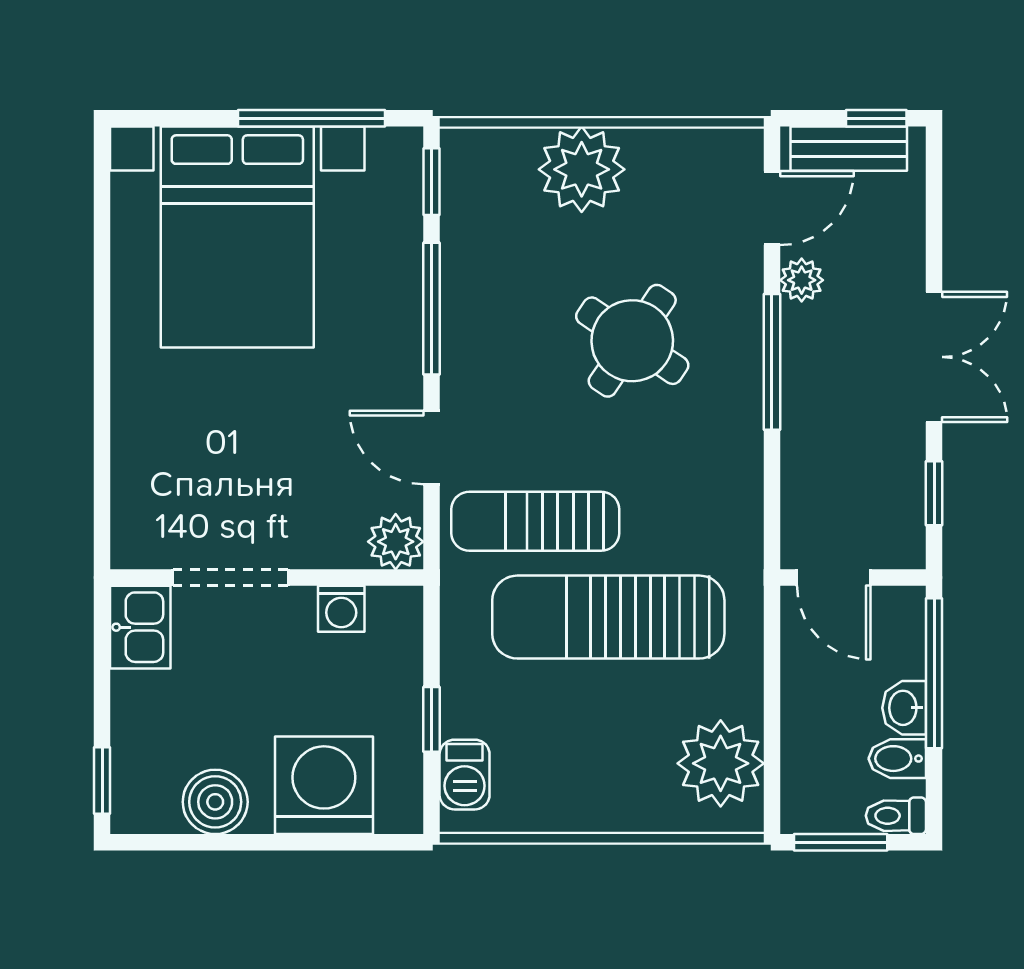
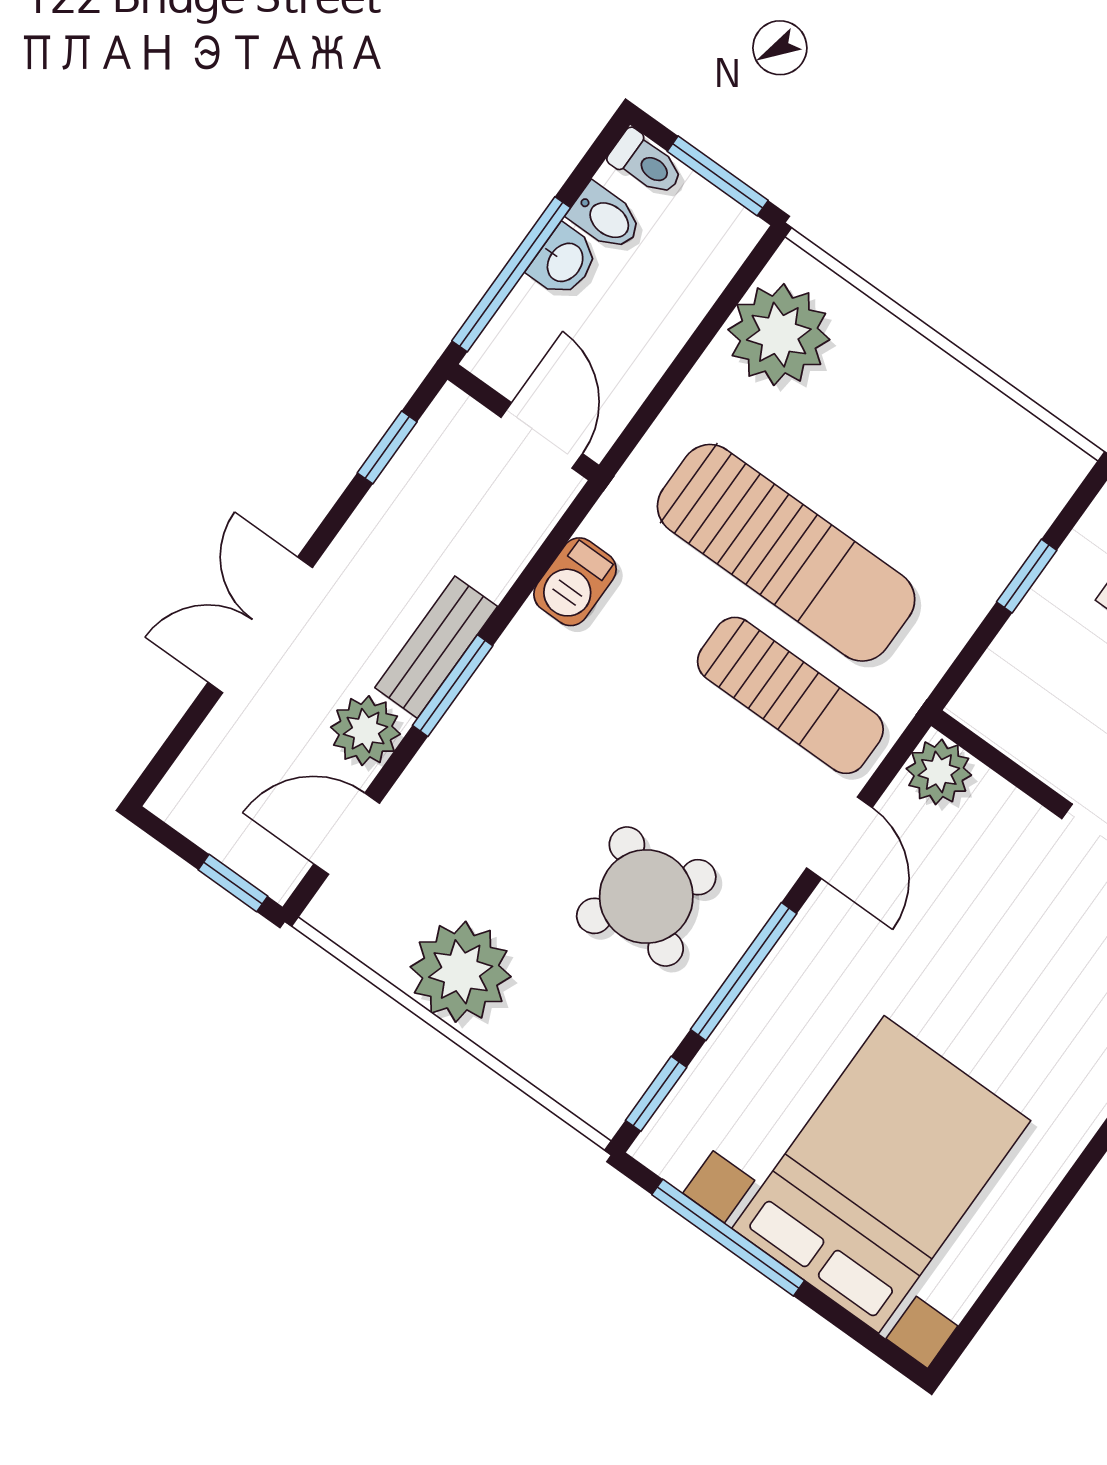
window: (876, 118) -> (233, 883), moved
bench: (849, 149) -> (436, 647), moved, turned 90
plant: (582, 169) -> (461, 972), moved
plant: (802, 280) -> (365, 731), width x1.38, depth x1.38
round table: (632, 341) -> (646, 897), moved
double door: (934, 357) -> (260, 625), moved
window: (772, 362) -> (453, 686), width x0.69
washing machine: (341, 609) -> (1038, 745), removed
barbecue: (465, 775) -> (575, 582), moved, turned 180

